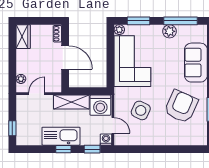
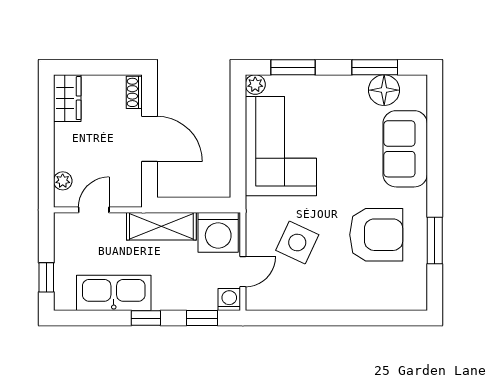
window: (180, 21) -> (375, 67), width x0.69
plant: (169, 31) -> (353, 88), removed
floor lamp: (185, 33) -> (384, 90), added
armchair: (181, 106) -> (376, 235), turned 66
door: (113, 125) -> (243, 272), hinge flipped
kitchen sink: (61, 136) -> (114, 293), moved

